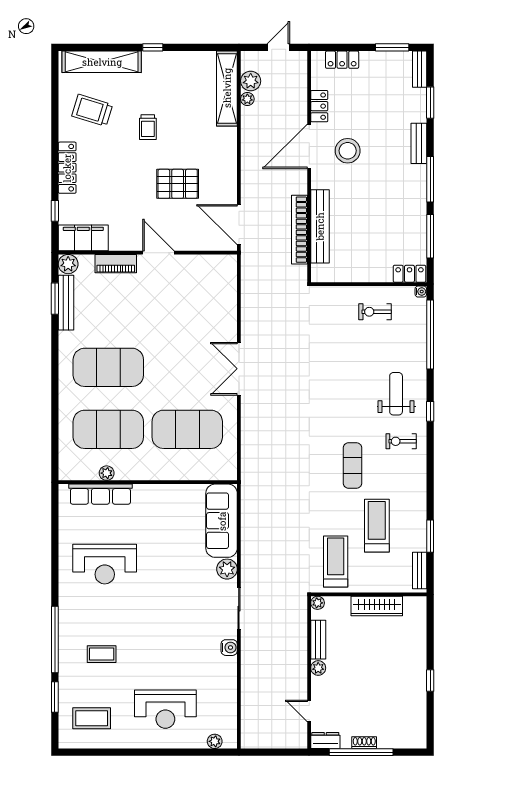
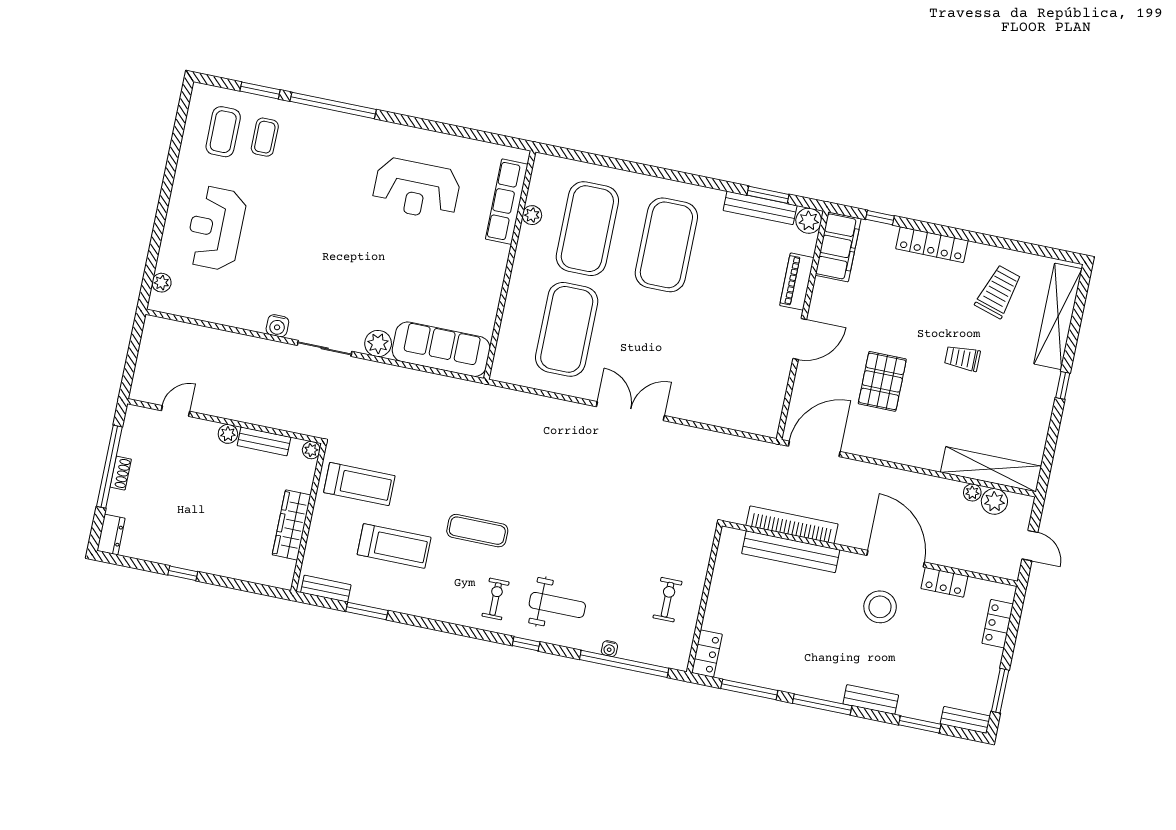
water cooler: (421, 292) -> (609, 649), moved
reception desk: (105, 564) -> (416, 189), turned -90
coffee table: (102, 654) -> (265, 137), moved
dresser: (325, 740) -> (111, 535), moved

